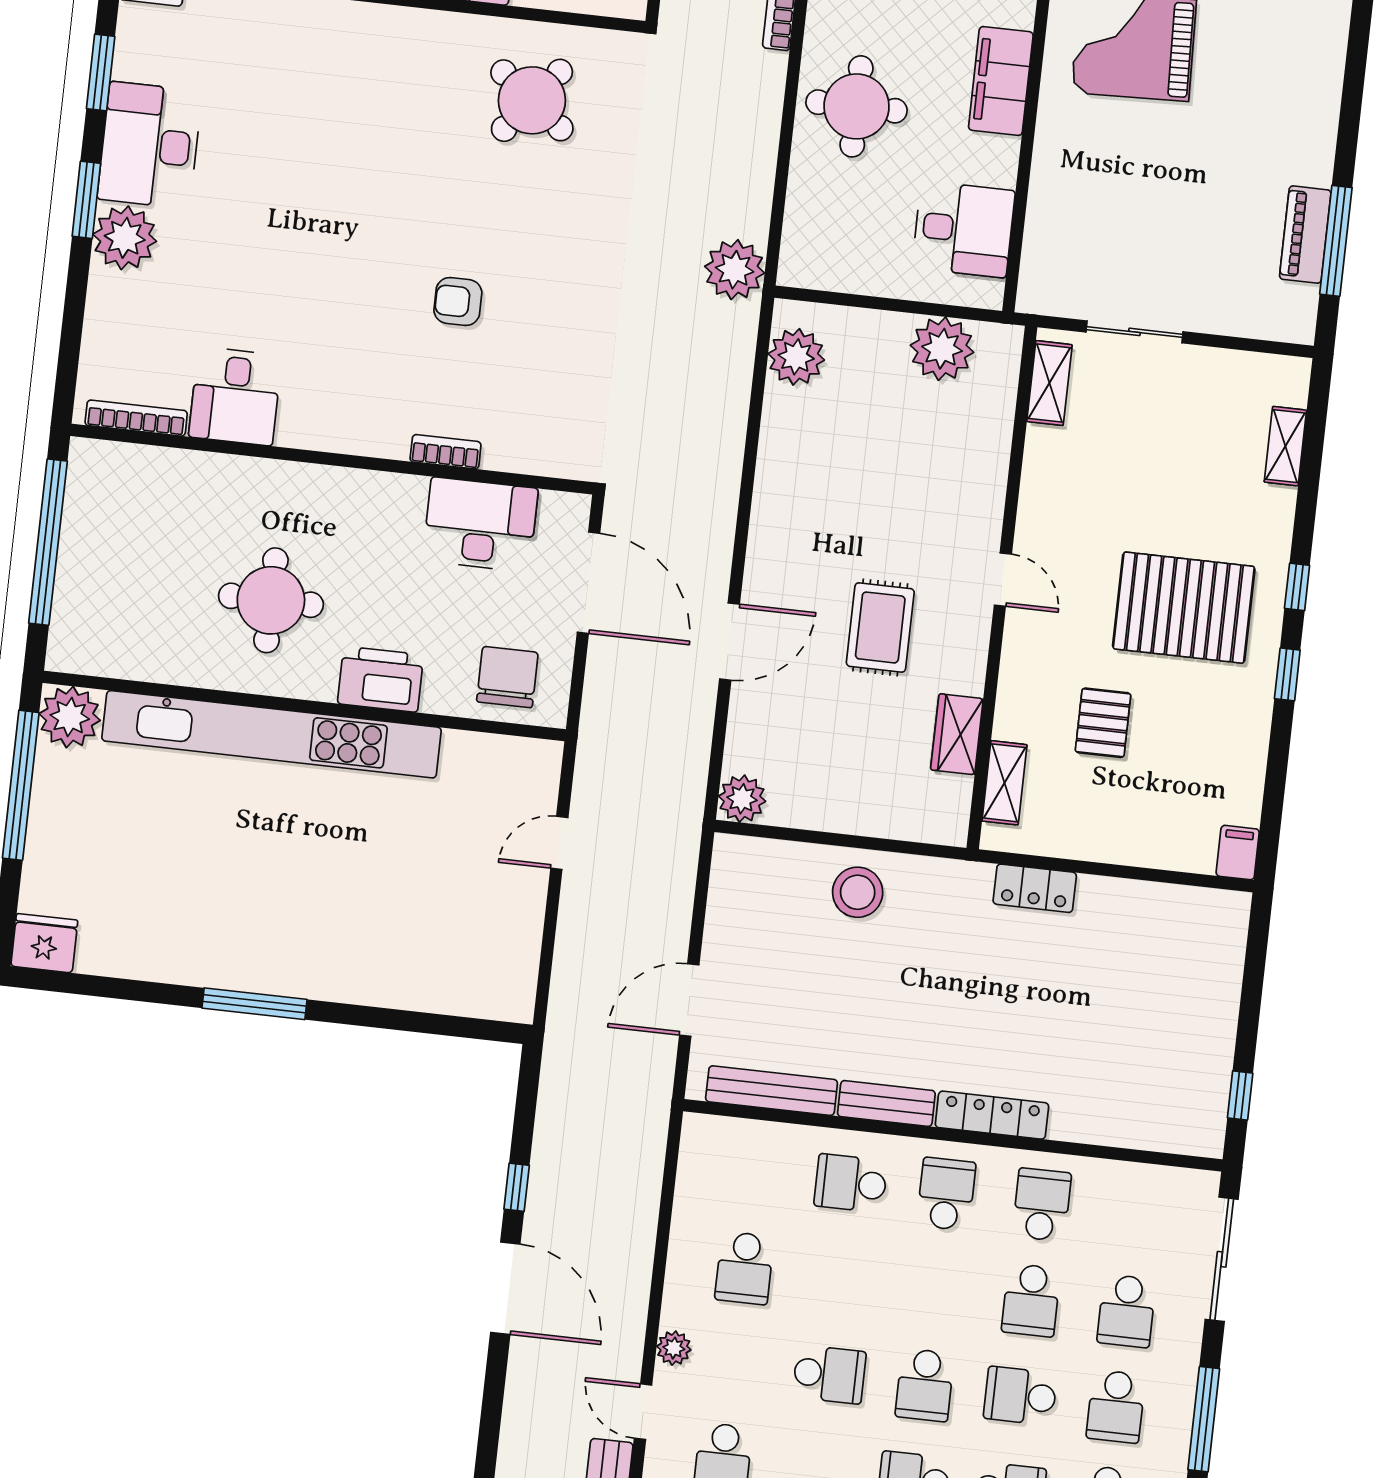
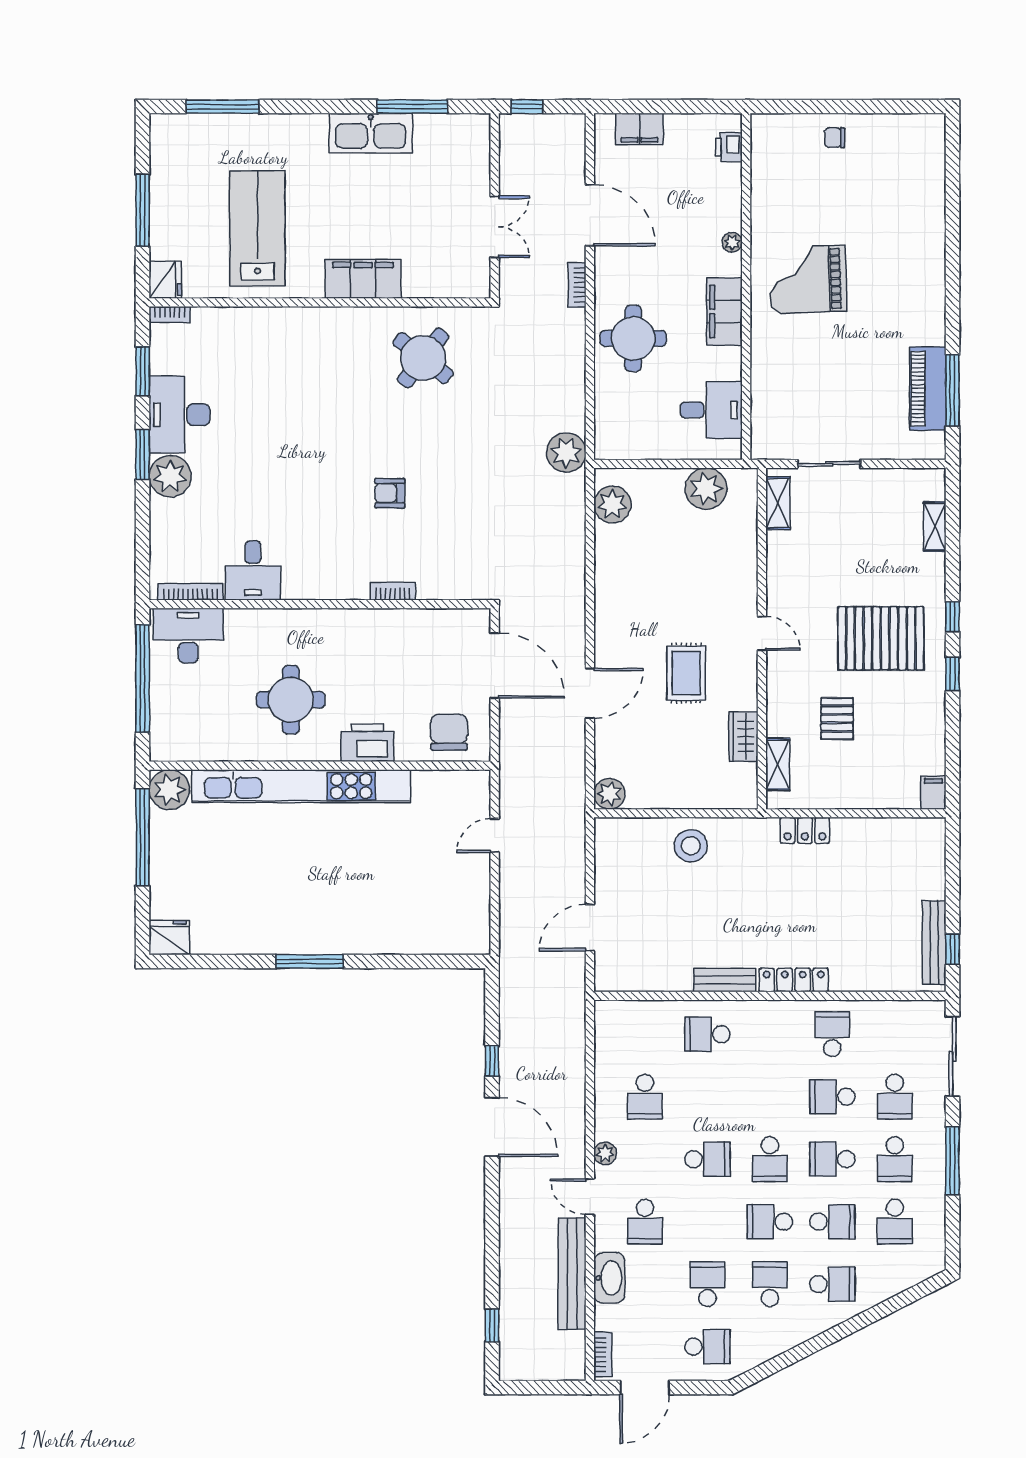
piano: (1305, 235) -> (928, 389), width x1.37, depth x1.33
desk: (480, 525) -> (188, 636), moved
bench: (772, 1091) -> (934, 943), moved, turned 90
school desk: (946, 1194) -> (770, 1034), removed
school desk: (1031, 1300) -> (832, 1097), turned 90

